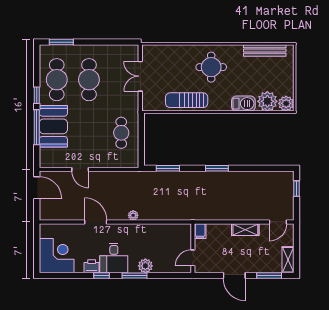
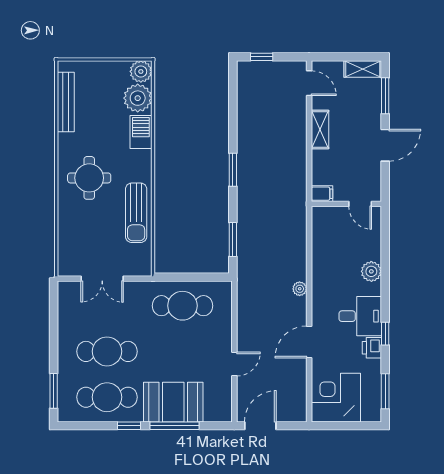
cafe table: (121, 133) -> (182, 306), width x1.37, depth x1.35
corner desk: (57, 256) -> (336, 398), moved
window: (135, 276) -> (385, 391), moved

